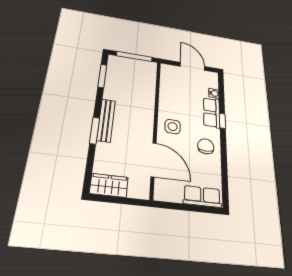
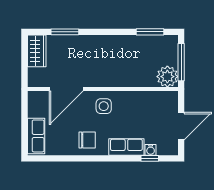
plant: (147, 69) -> (167, 77), added
bench: (106, 120) -> (100, 41), removed
window: (222, 121) -> (150, 158), moved
window: (95, 131) -> (65, 32), moved

